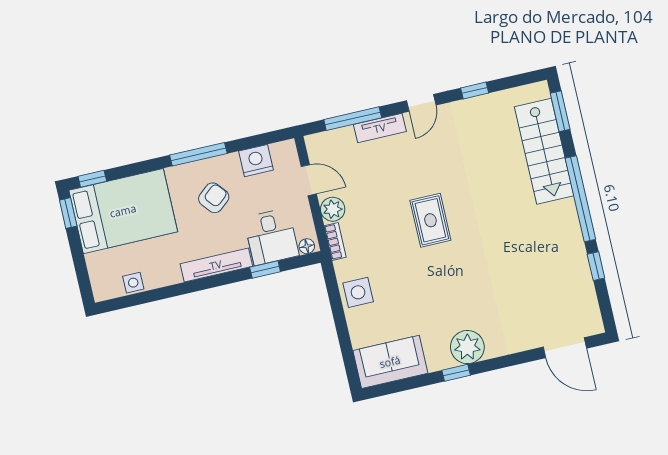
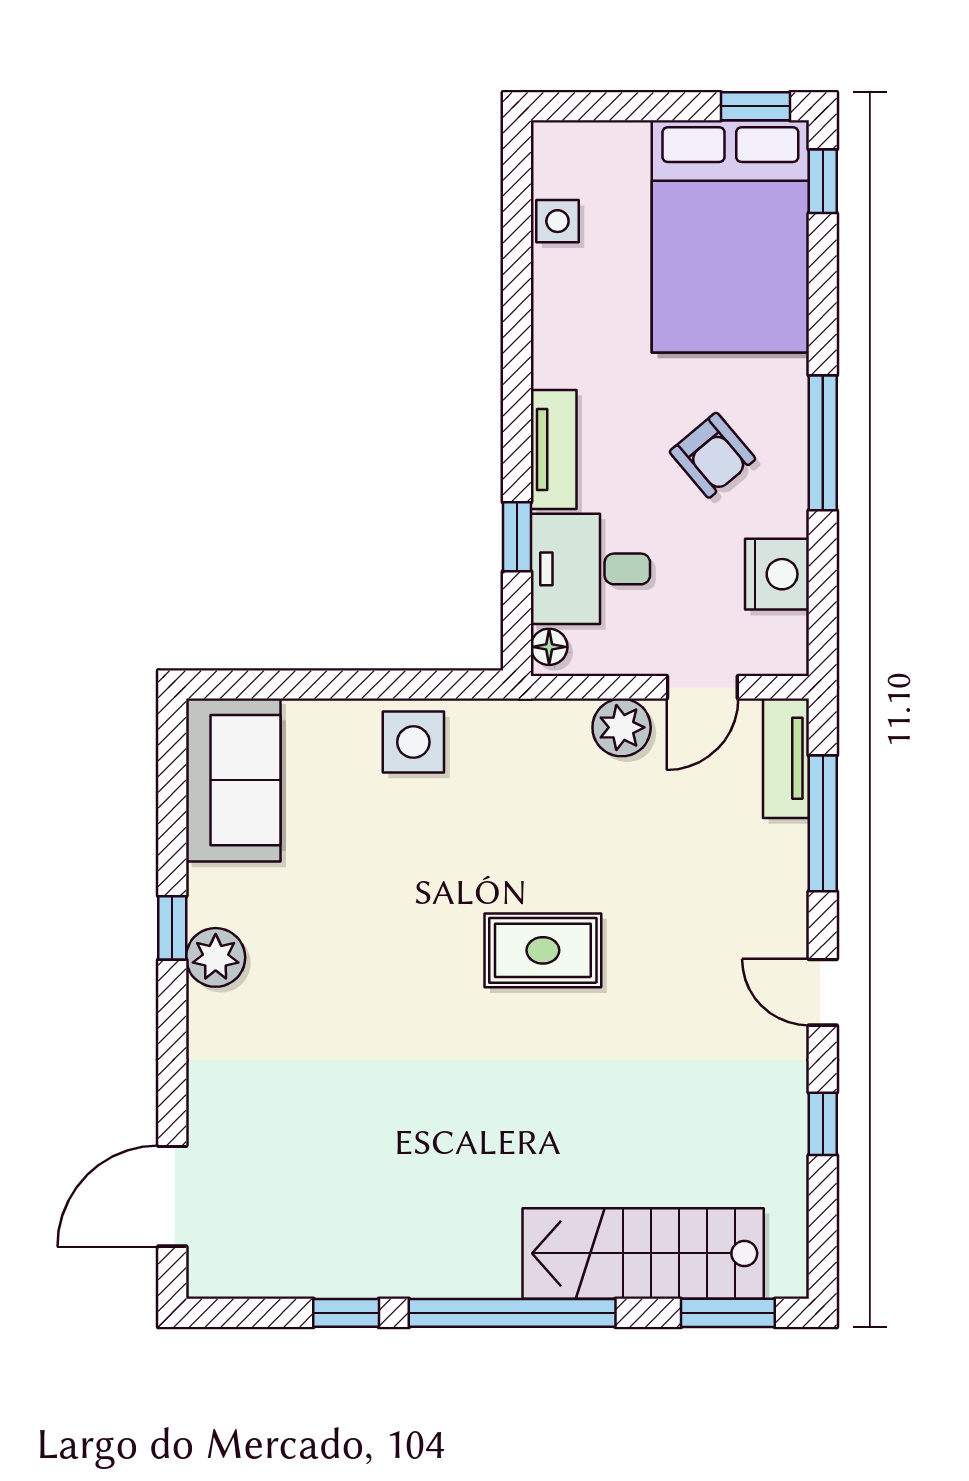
tv unit: (380, 128) -> (786, 758), moved
bookcase: (335, 241) -> (545, 716), removed
tv unit: (216, 265) -> (554, 450), width x0.71
plant: (467, 347) -> (216, 957), width x0.73, depth x0.73

